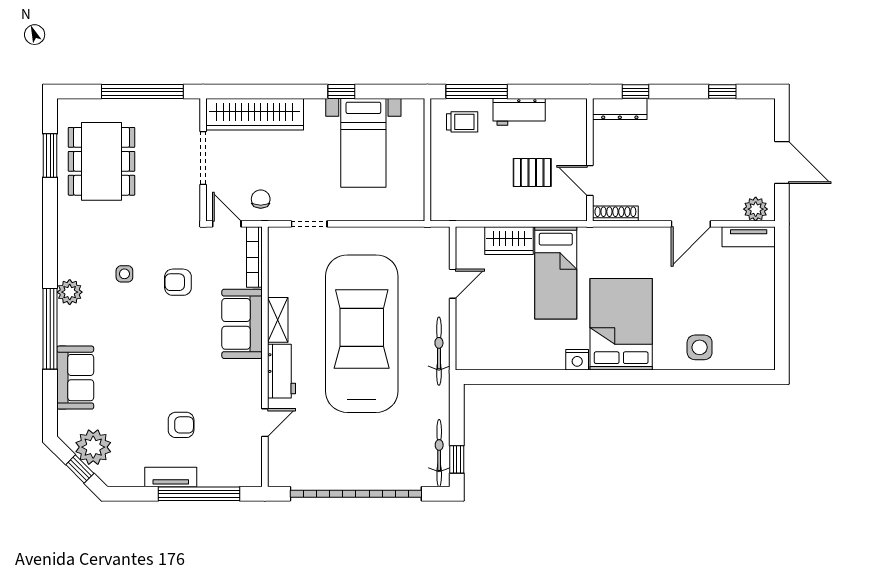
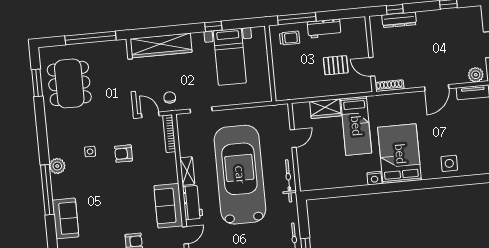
dresser: (620, 109) -> (399, 20), moved
sofa: (242, 324) -> (168, 206), moved

